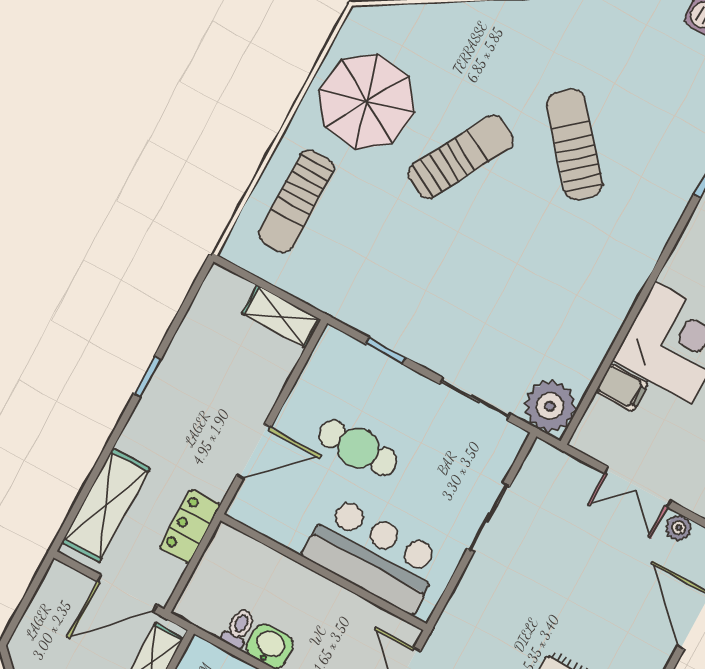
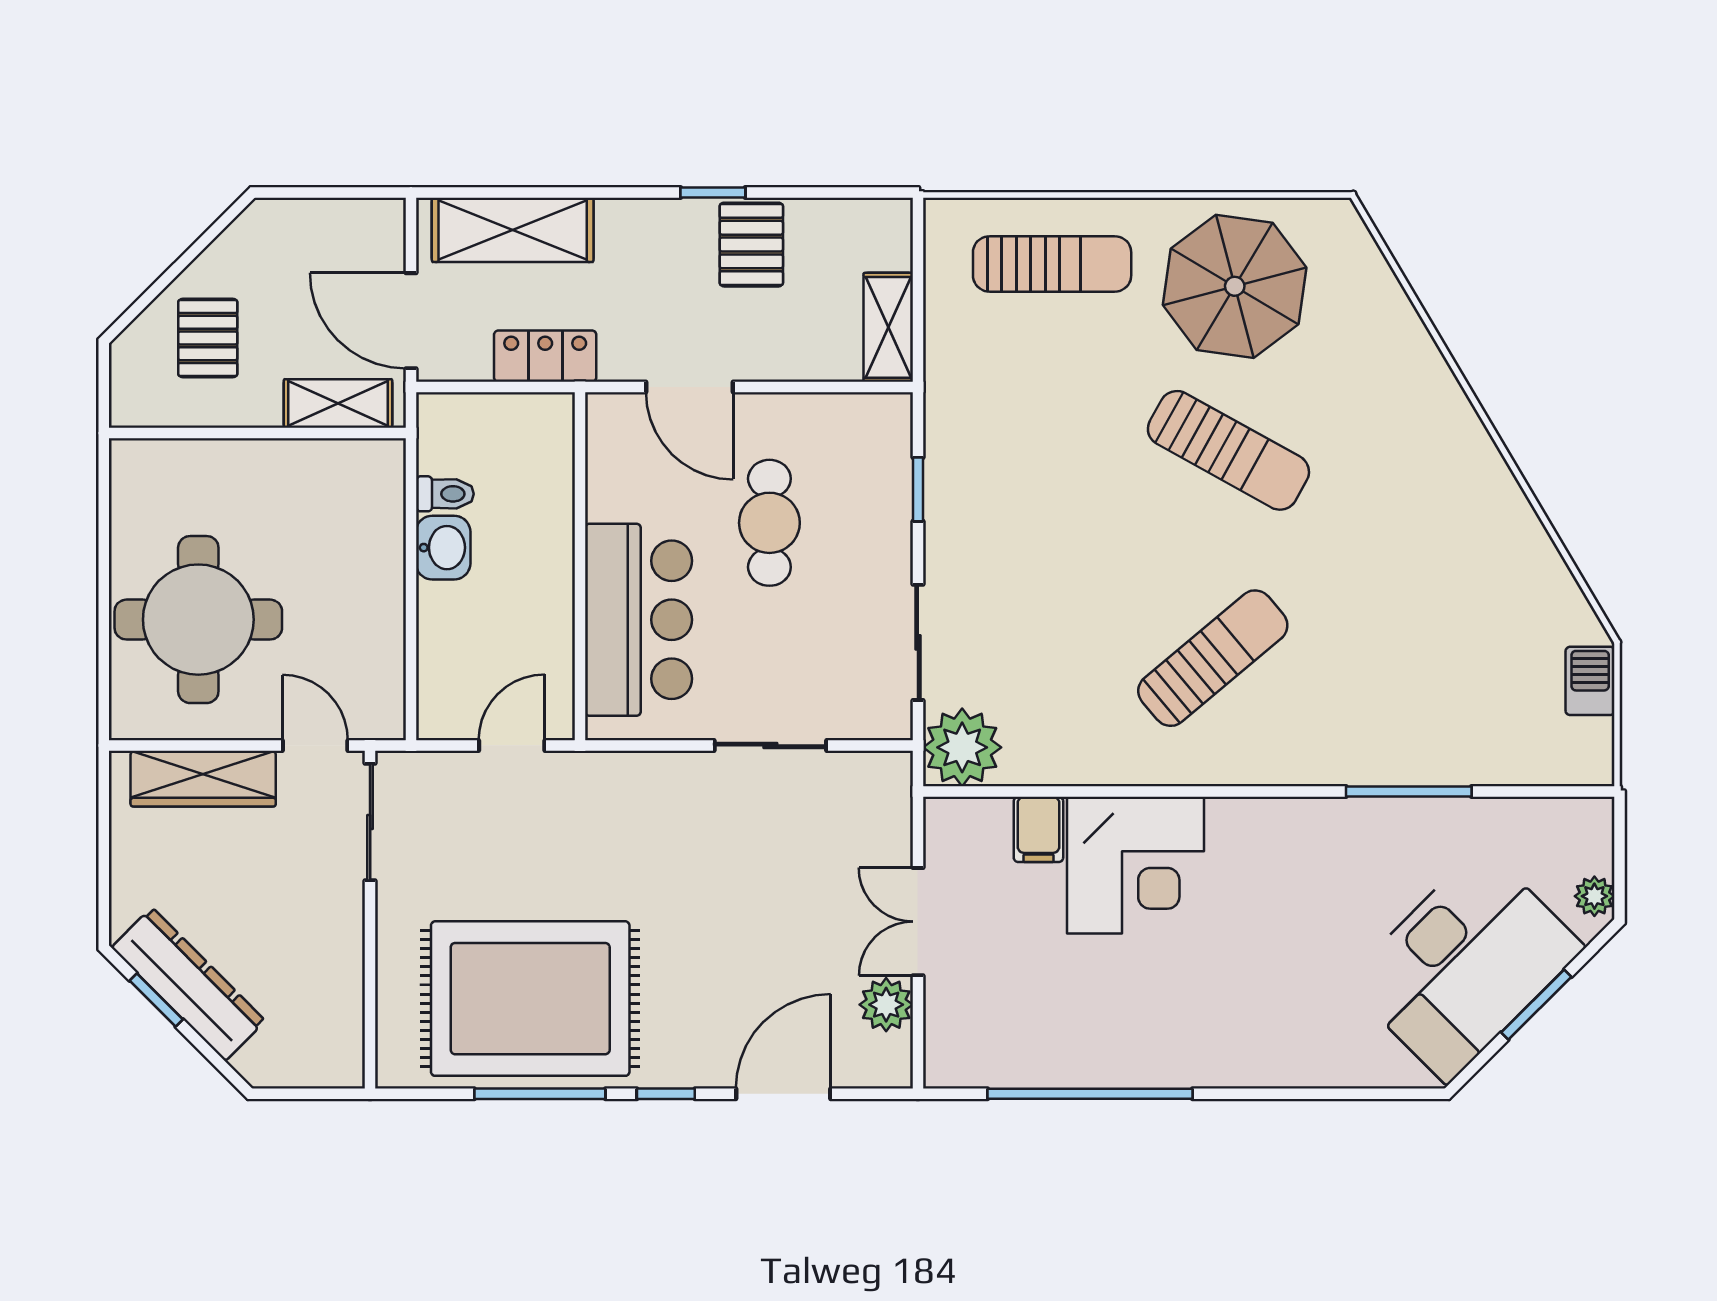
sun lounger: (575, 144) -> (1213, 658), moved
sun lounger: (296, 201) -> (1052, 264), turned 180
pallet: (190, 371) -> (751, 245), added
plant: (679, 528) -> (886, 1005), width x1.38, depth x1.38

